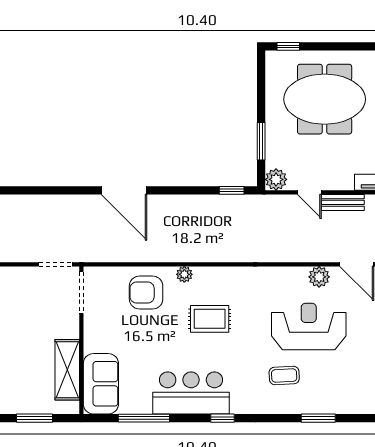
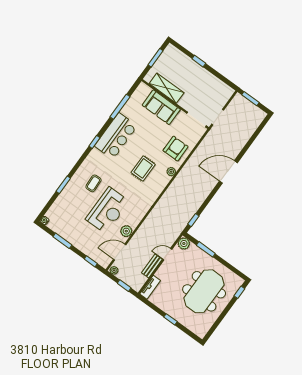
sofa: (101, 384) -> (161, 107), moved

